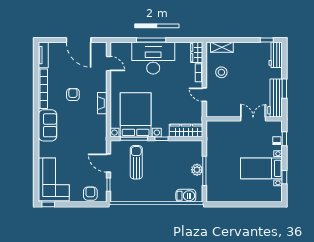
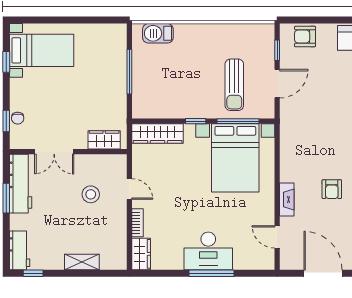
shelving: (222, 47) -> (82, 262), moved
desk: (153, 58) -> (208, 251), width x0.73, depth x0.77
stool: (221, 72) -> (91, 194), moved
fireplace: (102, 103) -> (287, 199), moved
wardrobe: (221, 127) -> (104, 140), added
door: (108, 163) -> (277, 84), hinge flipped
bed with nightstands: (261, 168) -> (42, 50), moved
plant: (197, 170) -> (141, 73), removed
armchair: (90, 194) -> (305, 36), turned 90

